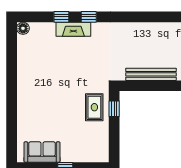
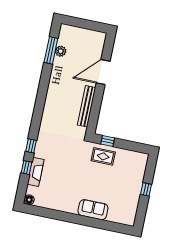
fireplace: (73, 29) -> (36, 172), moved
sofa: (42, 152) -> (93, 210), moved, turned 90

